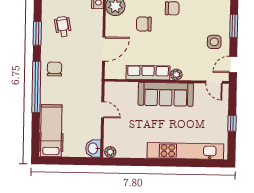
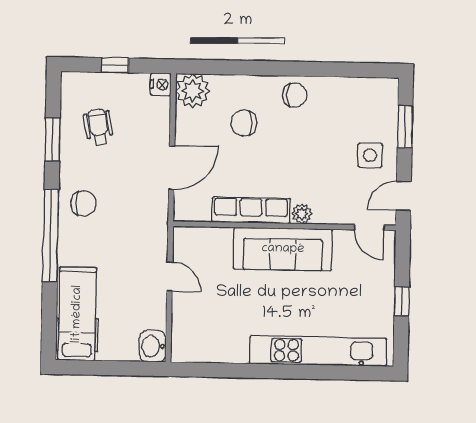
chair: (54, 69) -> (83, 203), turned 90
plant: (110, 152) -> (183, 352), removed

